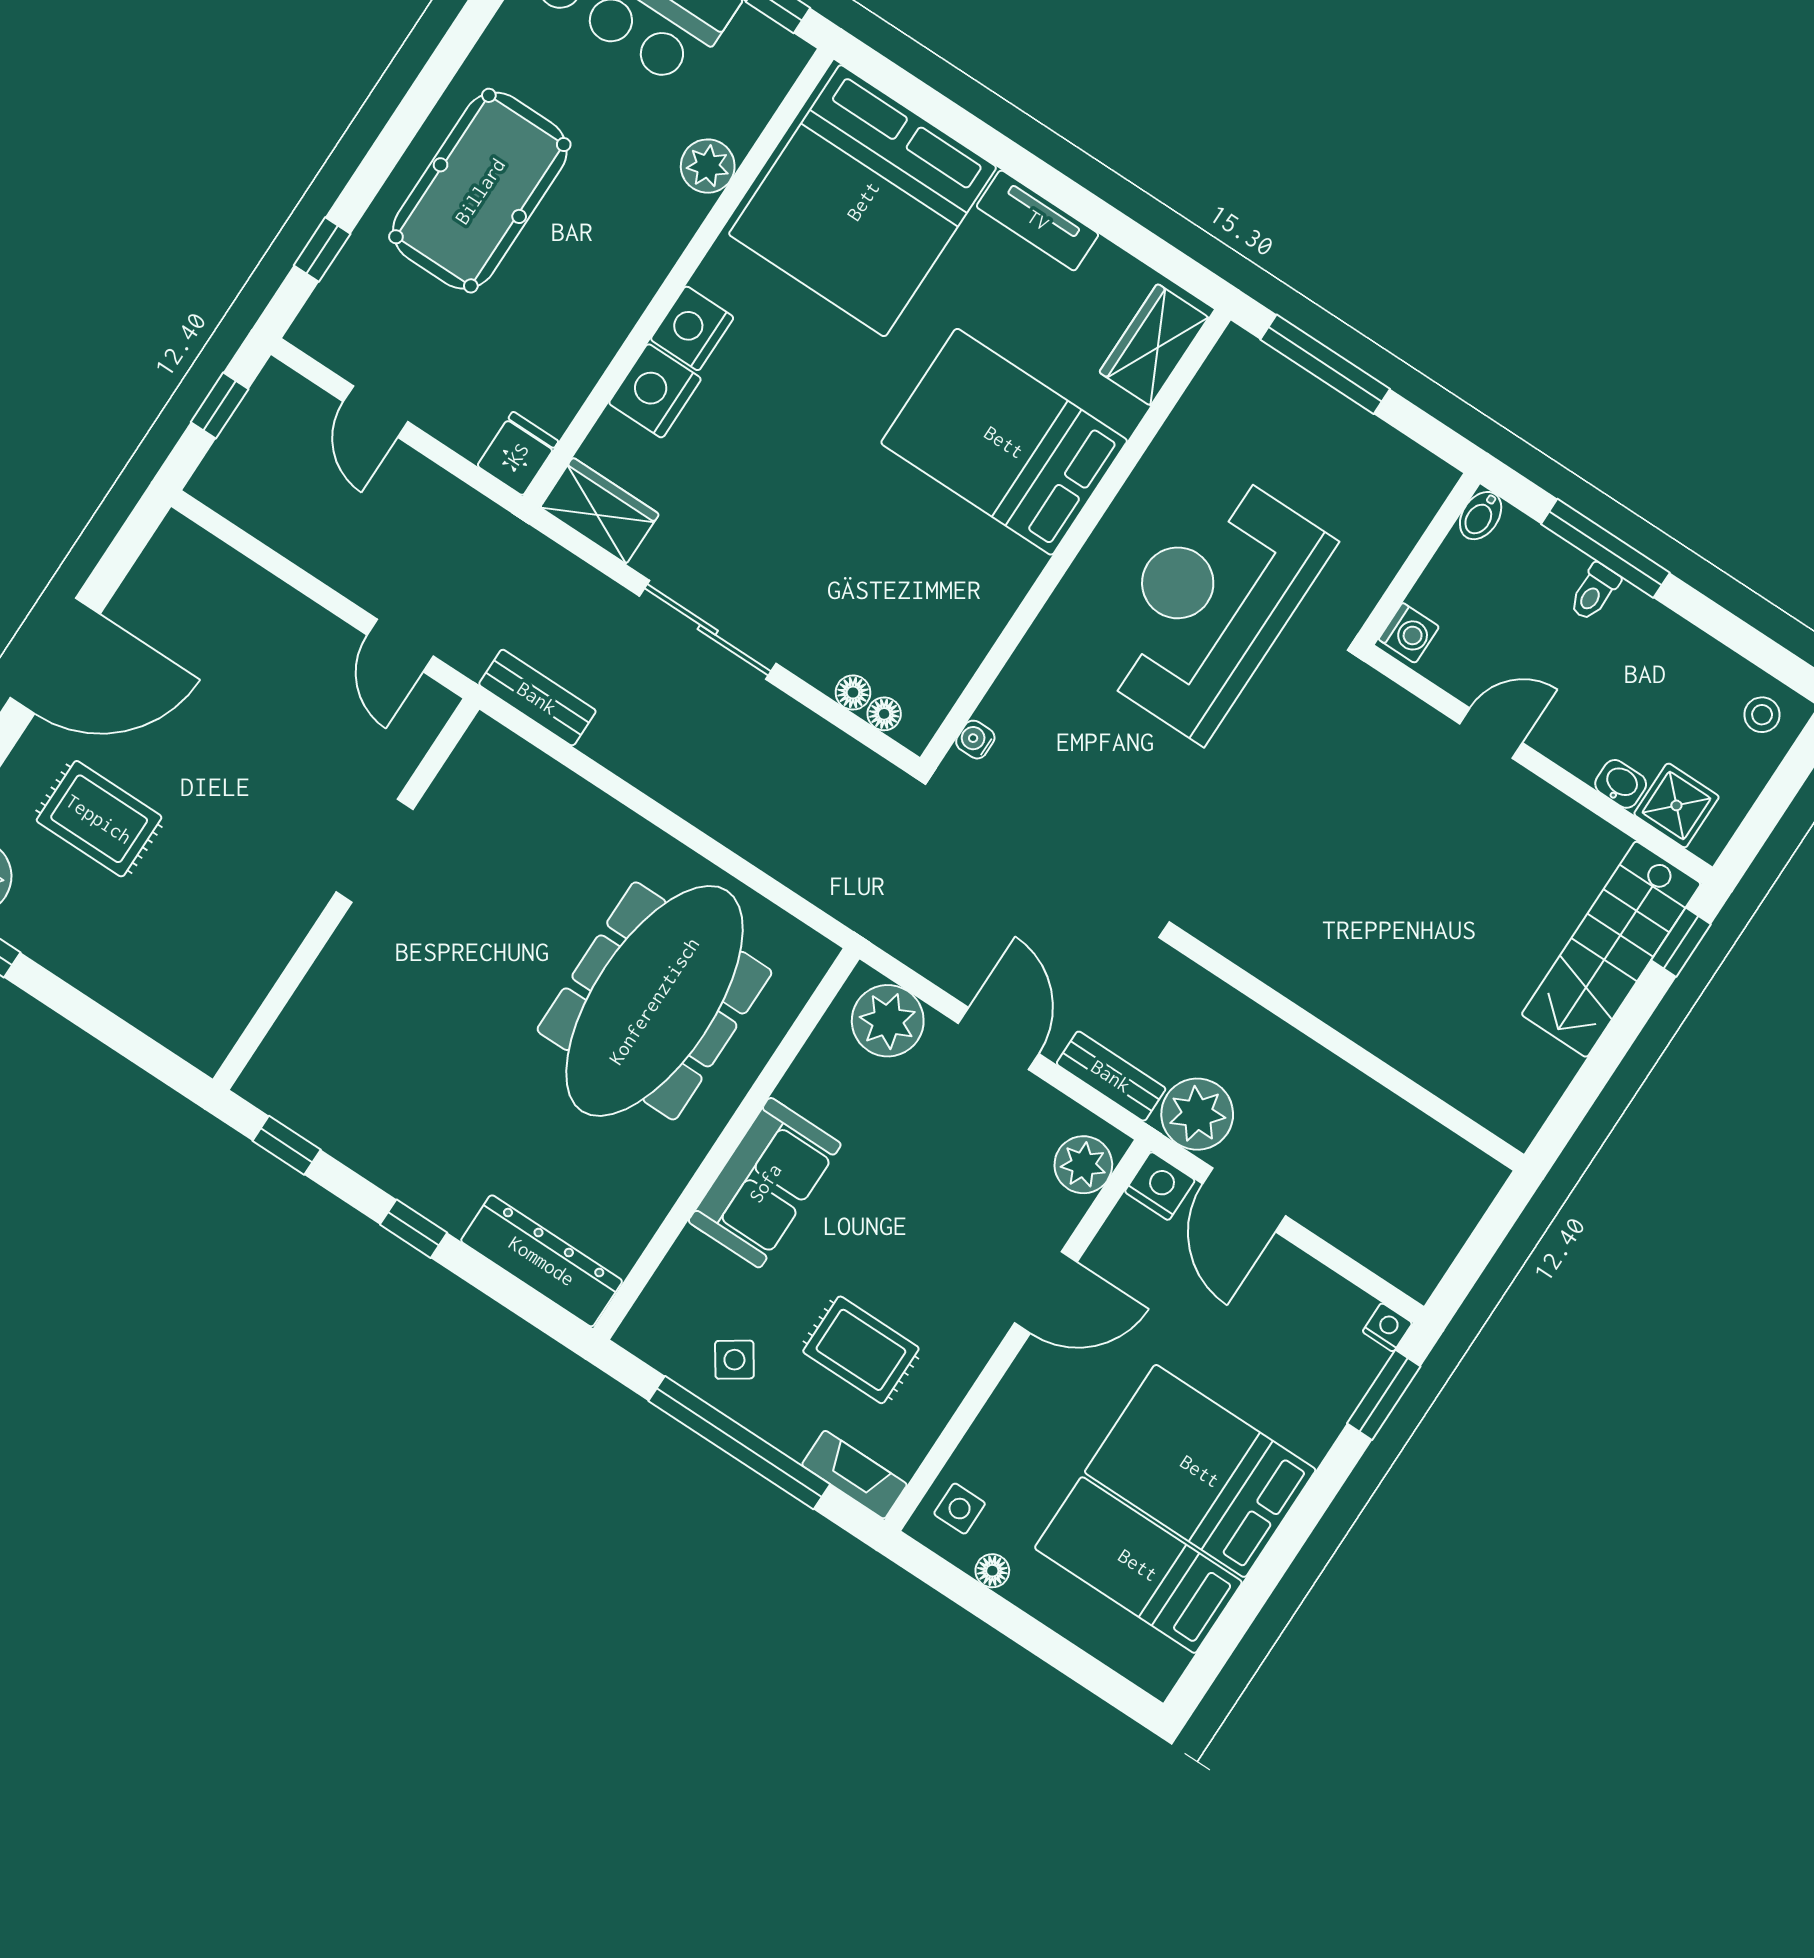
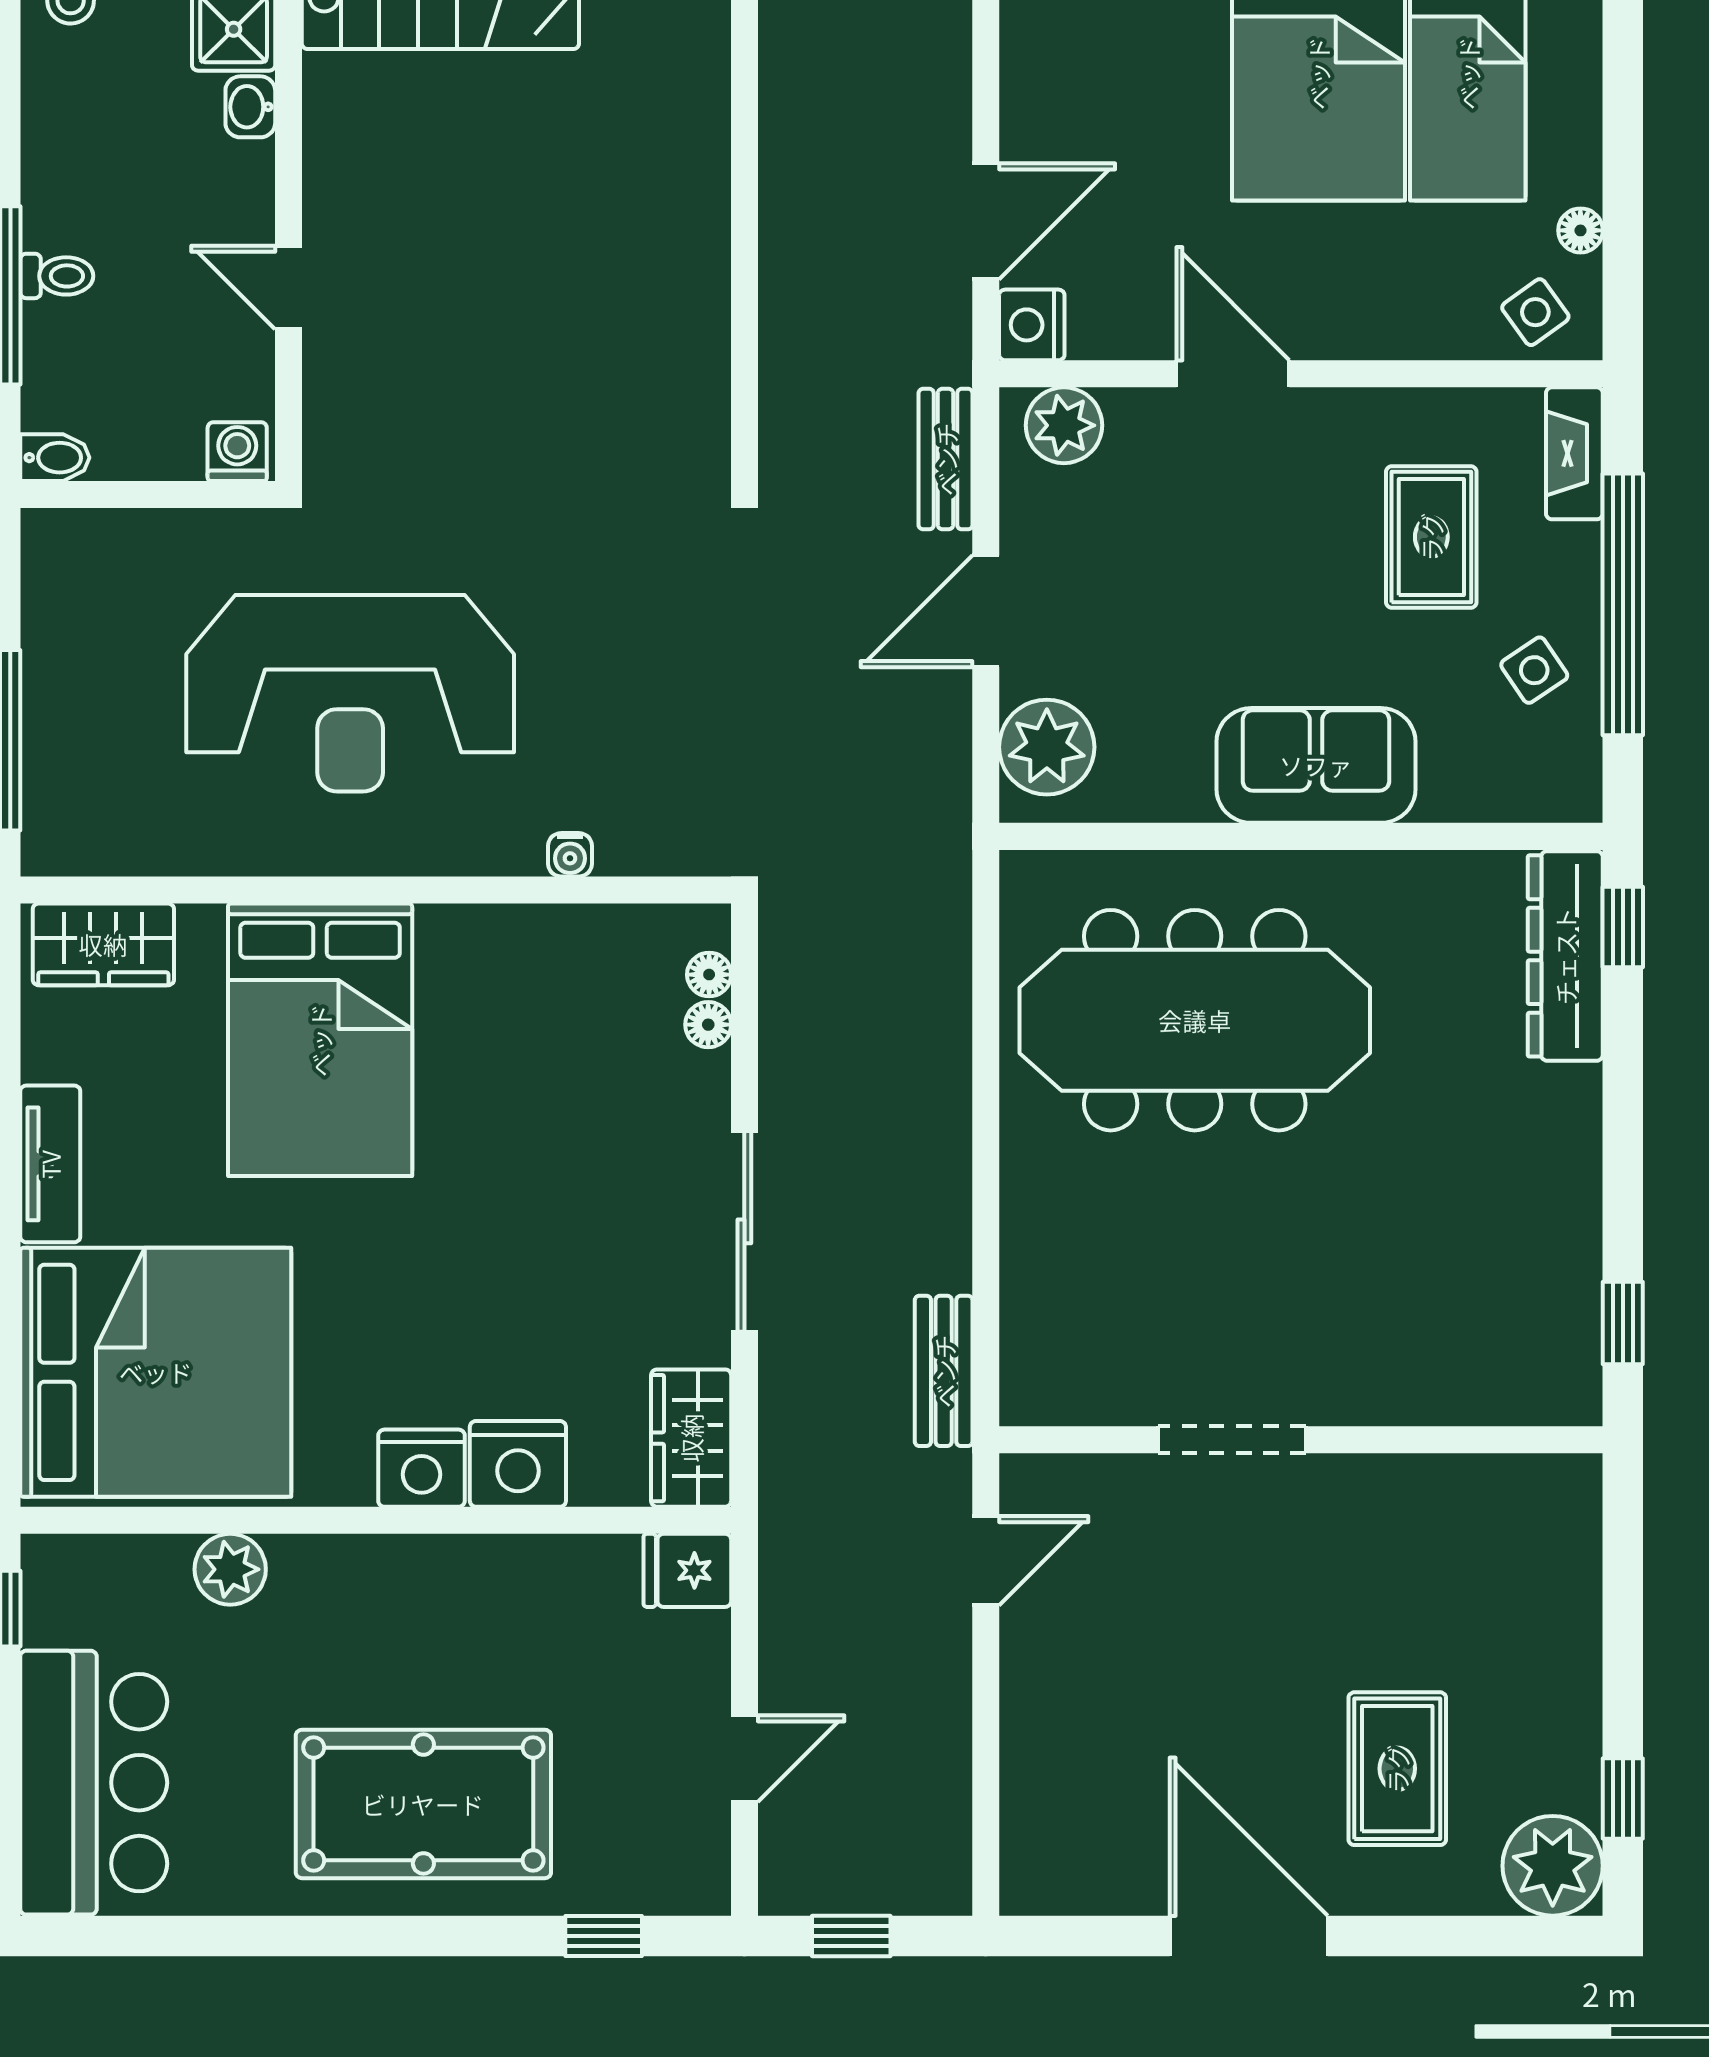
water cooler: (975, 740) -> (570, 855), moved
plant: (1197, 1114) -> (925, 336), removed
window: (414, 1229) -> (1623, 927), moved
side table: (960, 1509) -> (1535, 312), turned -36

